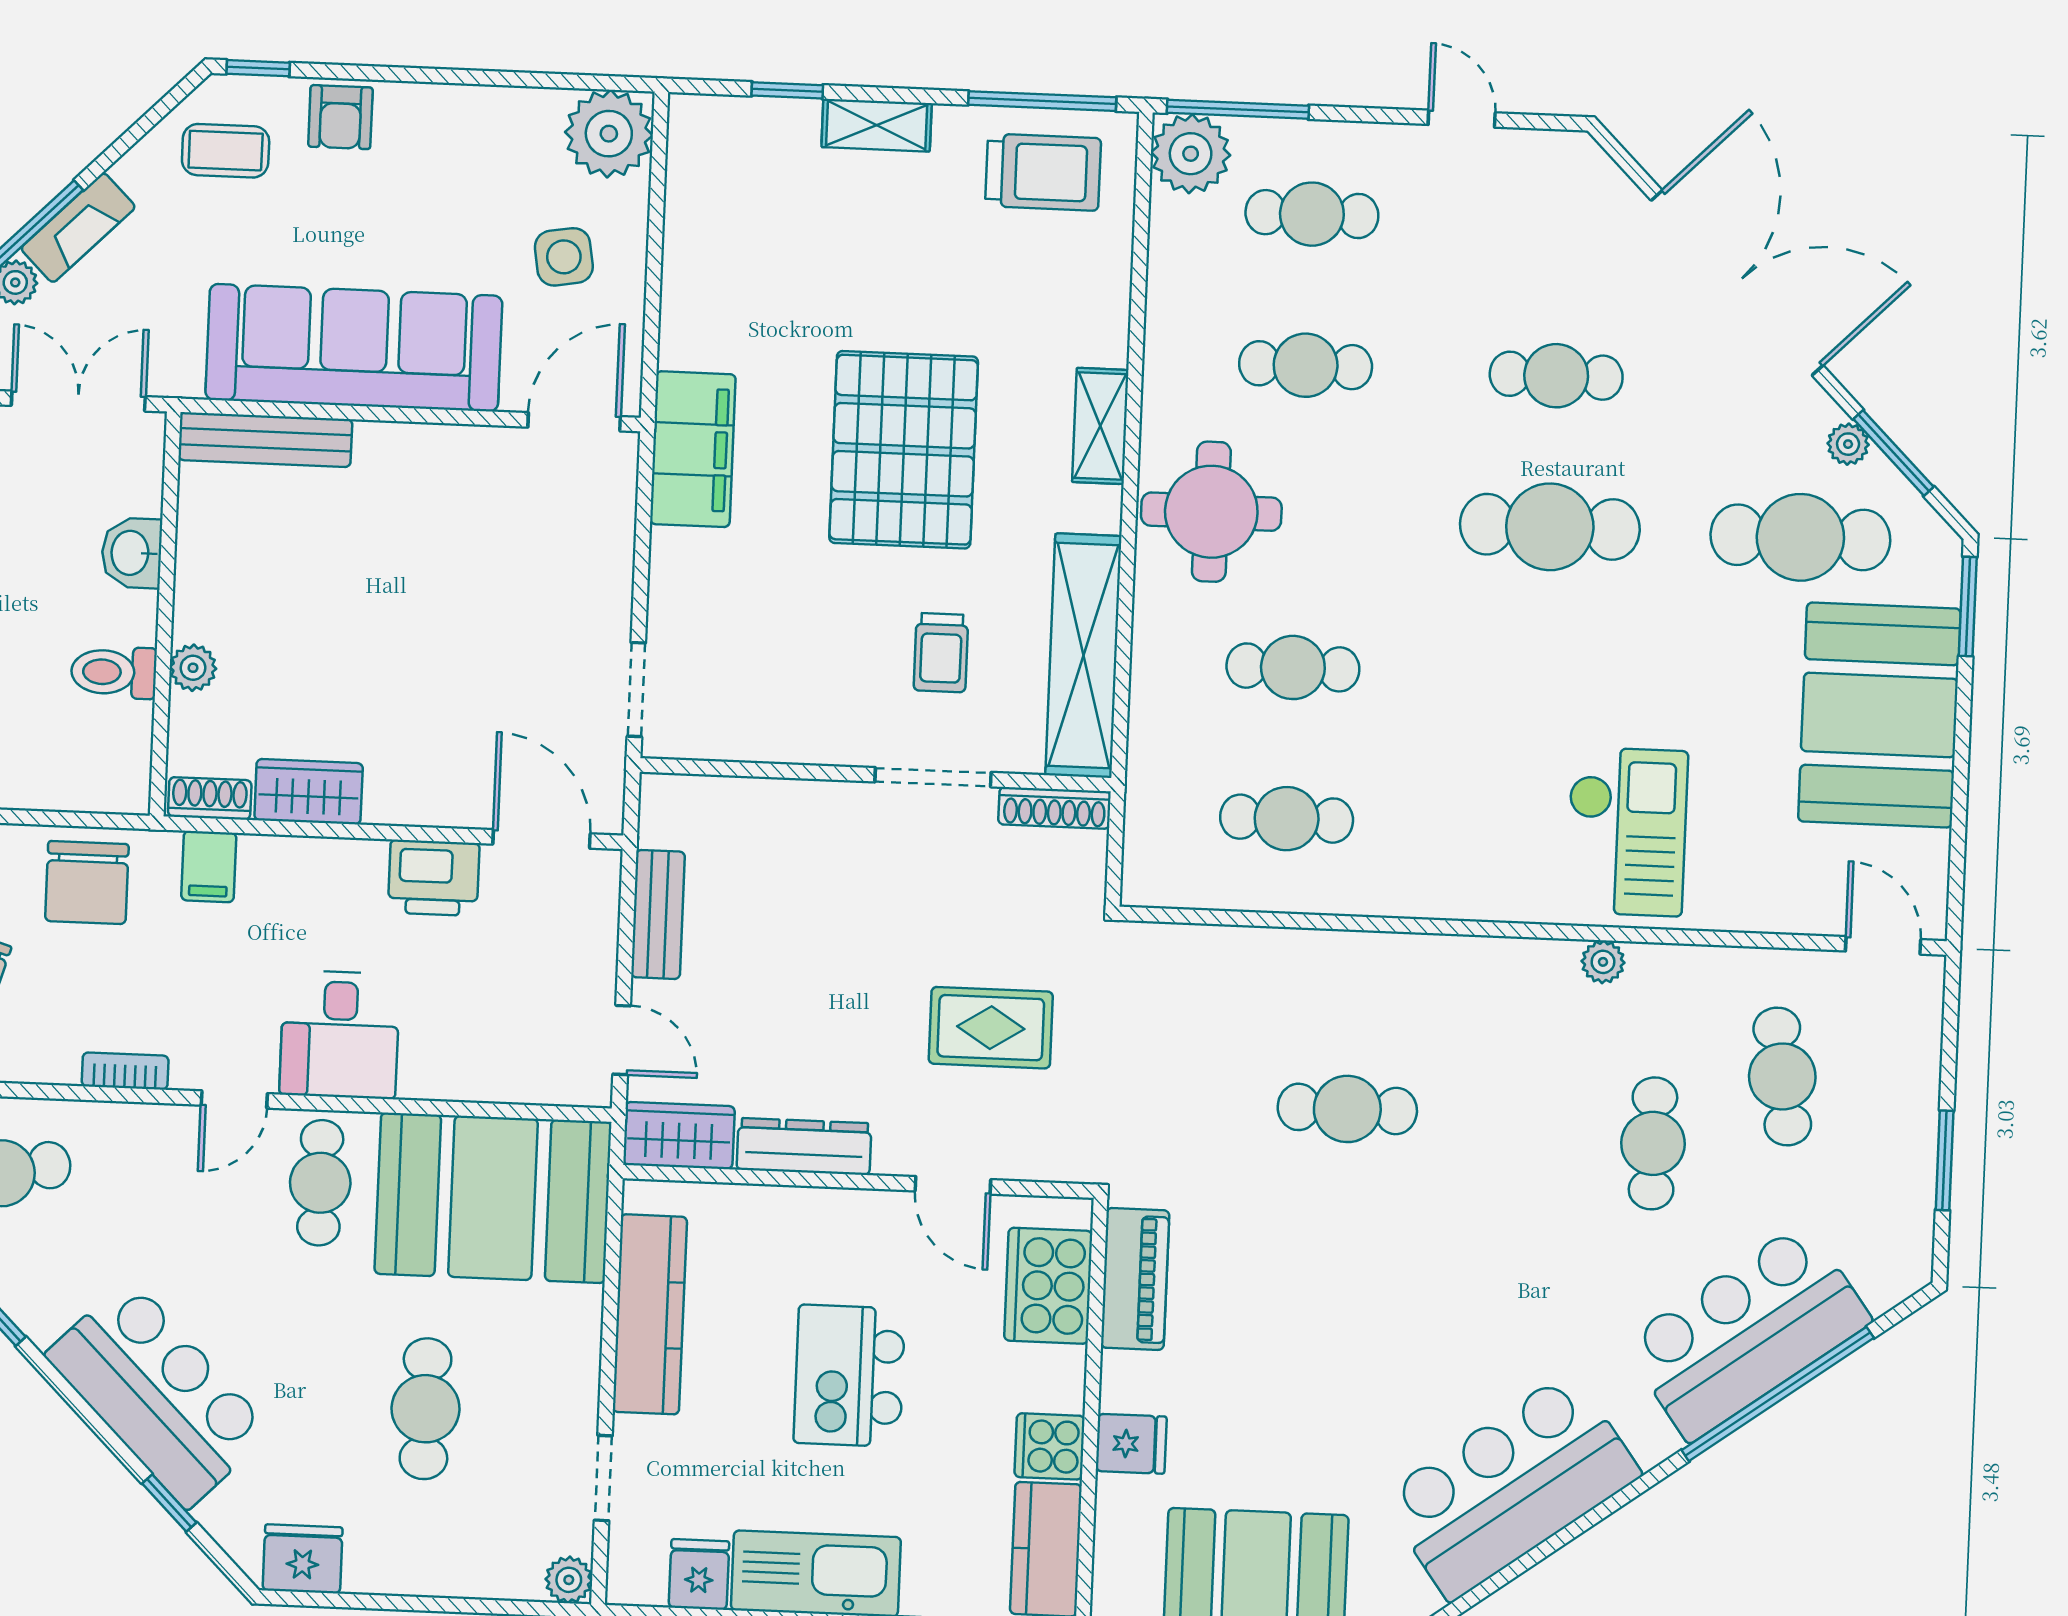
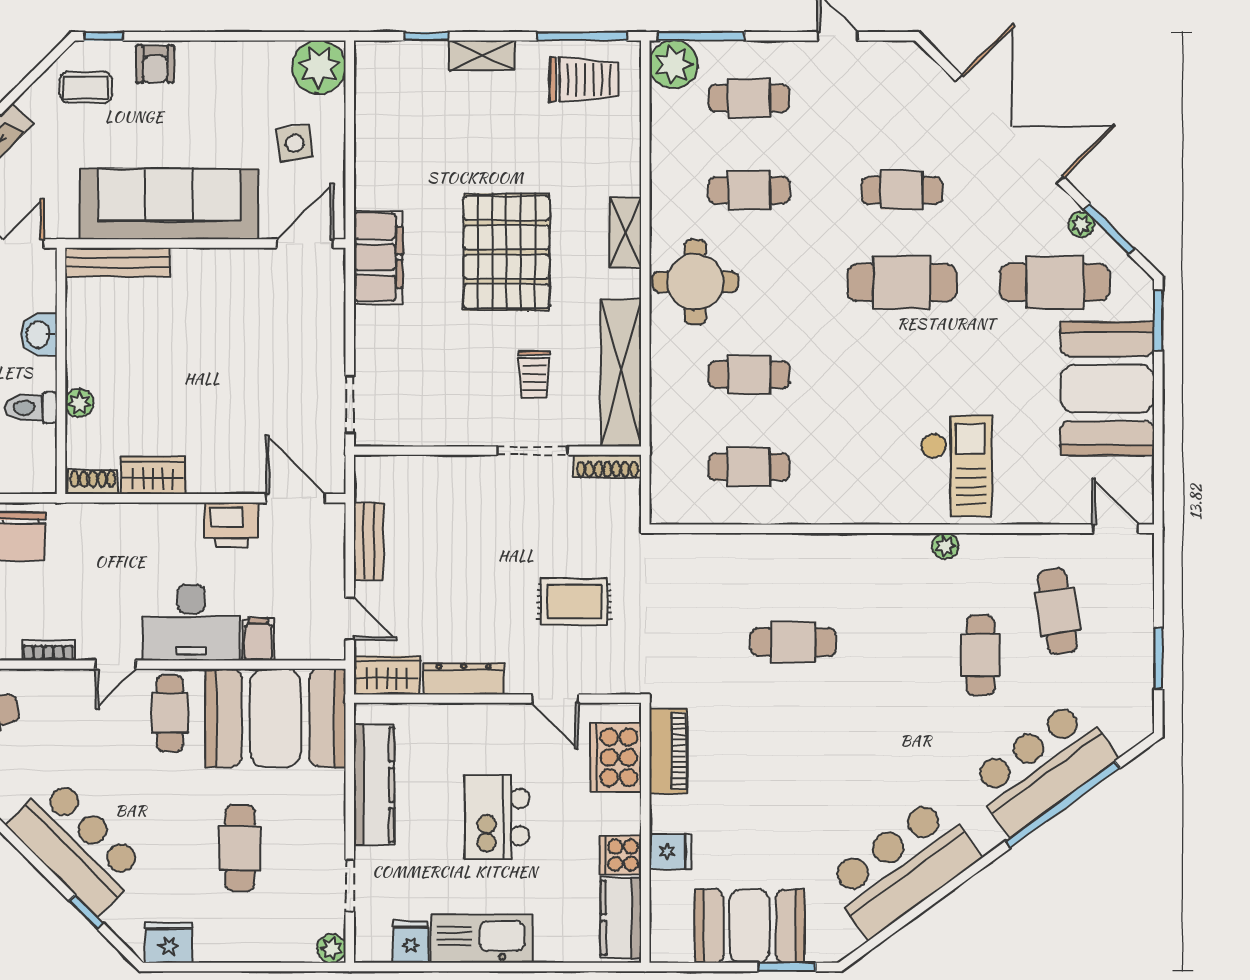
filing cabinet: (209, 867) -> (258, 639), moved, turned 180
desk: (340, 1035) -> (191, 622), width x1.37

